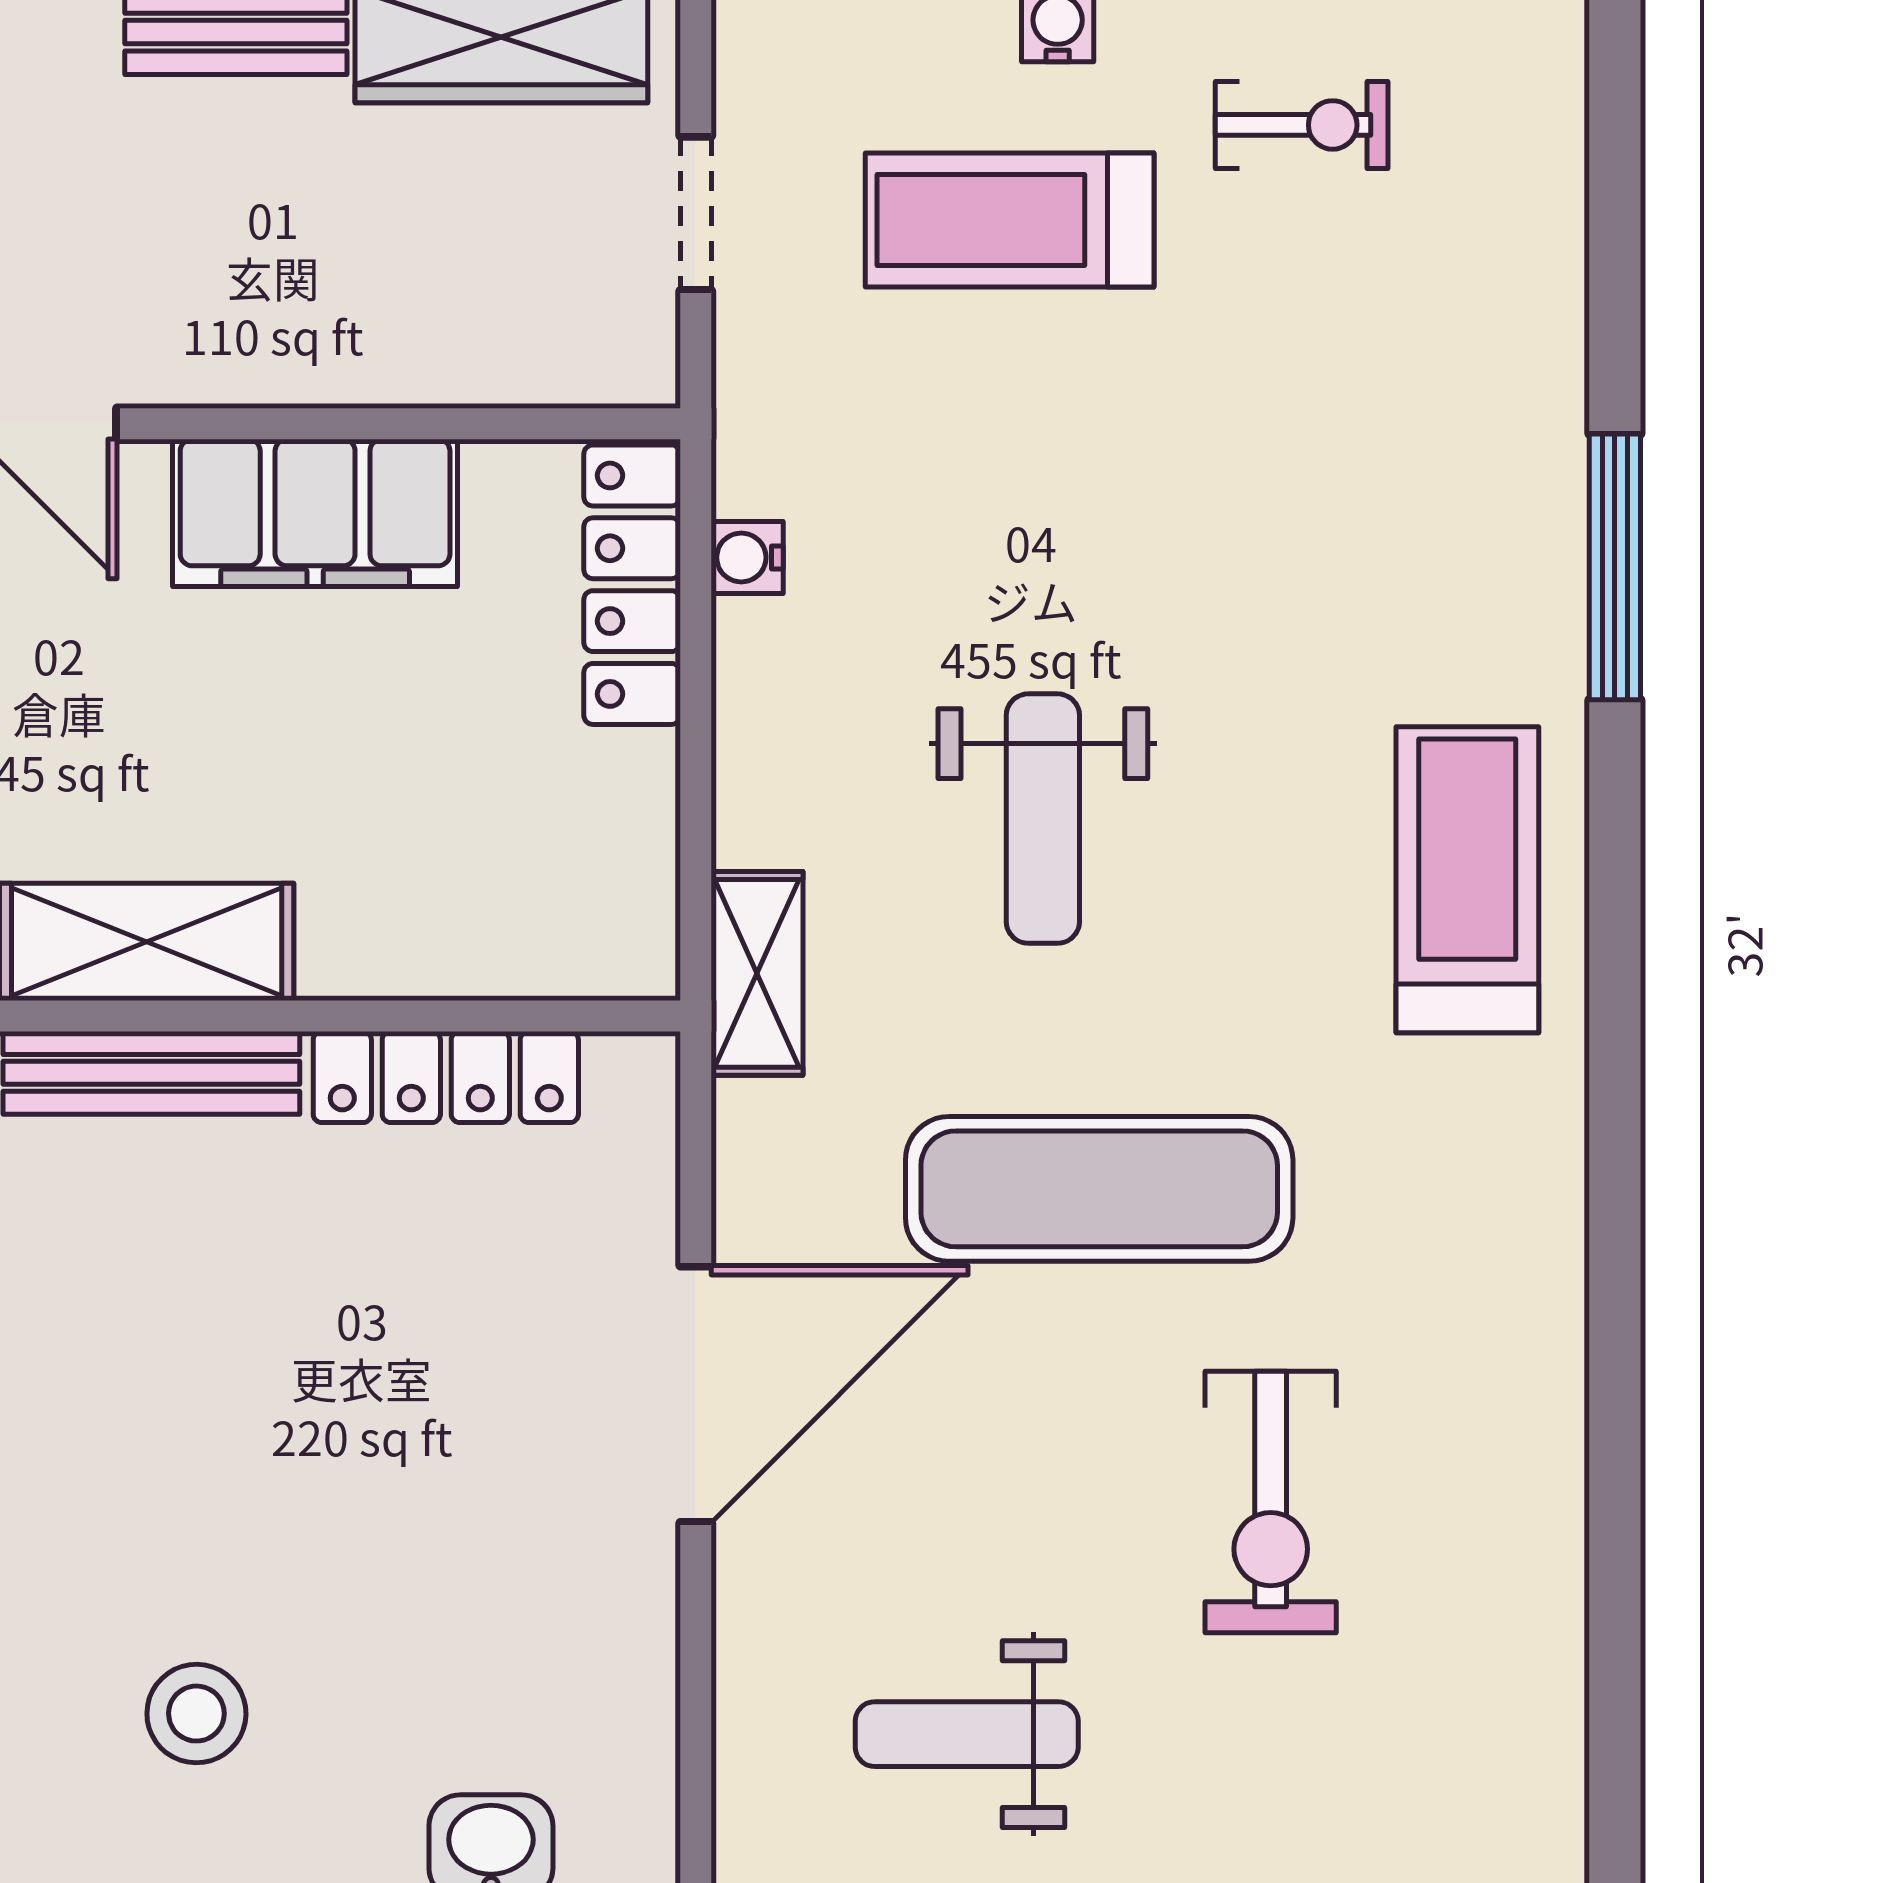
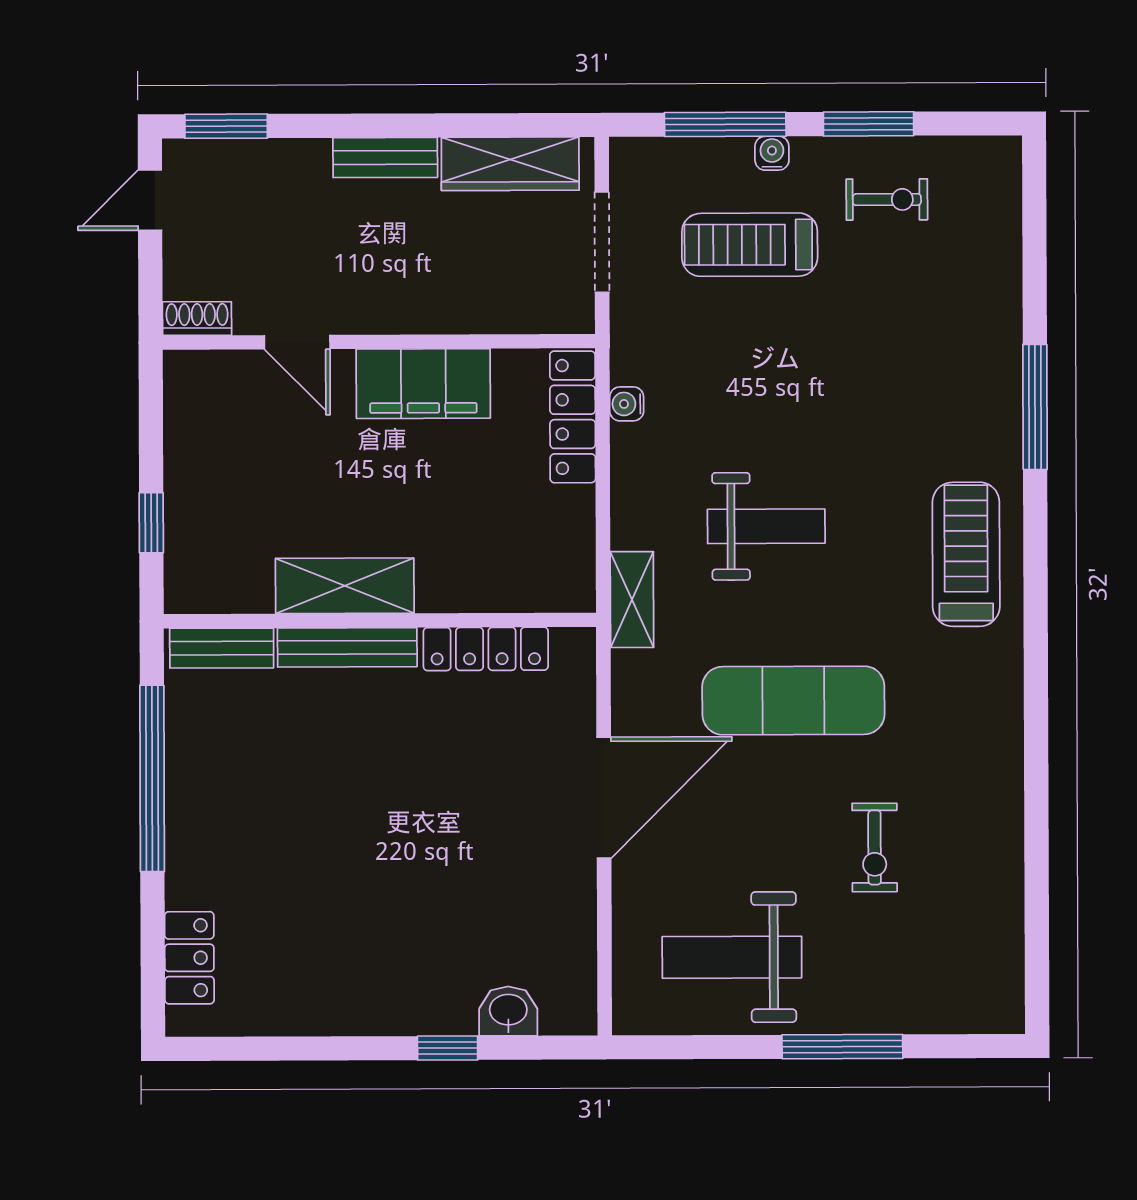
doorway: (696, 213) -> (602, 242), width x1.38
weight bench: (1043, 819) -> (766, 526), turned -90
exercise bike: (1271, 1502) -> (875, 847), width x0.73, depth x0.72
stool: (196, 1714) -> (369, 949), removed
weight bench: (967, 1734) -> (732, 957), width x1.36, depth x1.33

